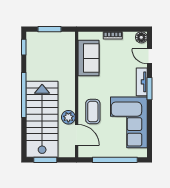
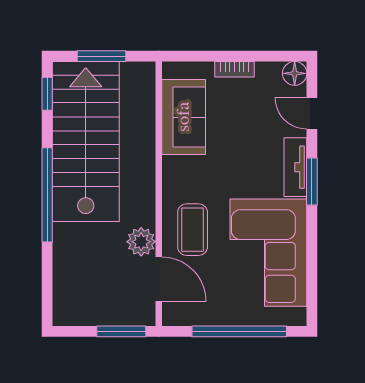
stairs: (42, 119) -> (86, 141), moved
window: (45, 160) -> (121, 331), moved

